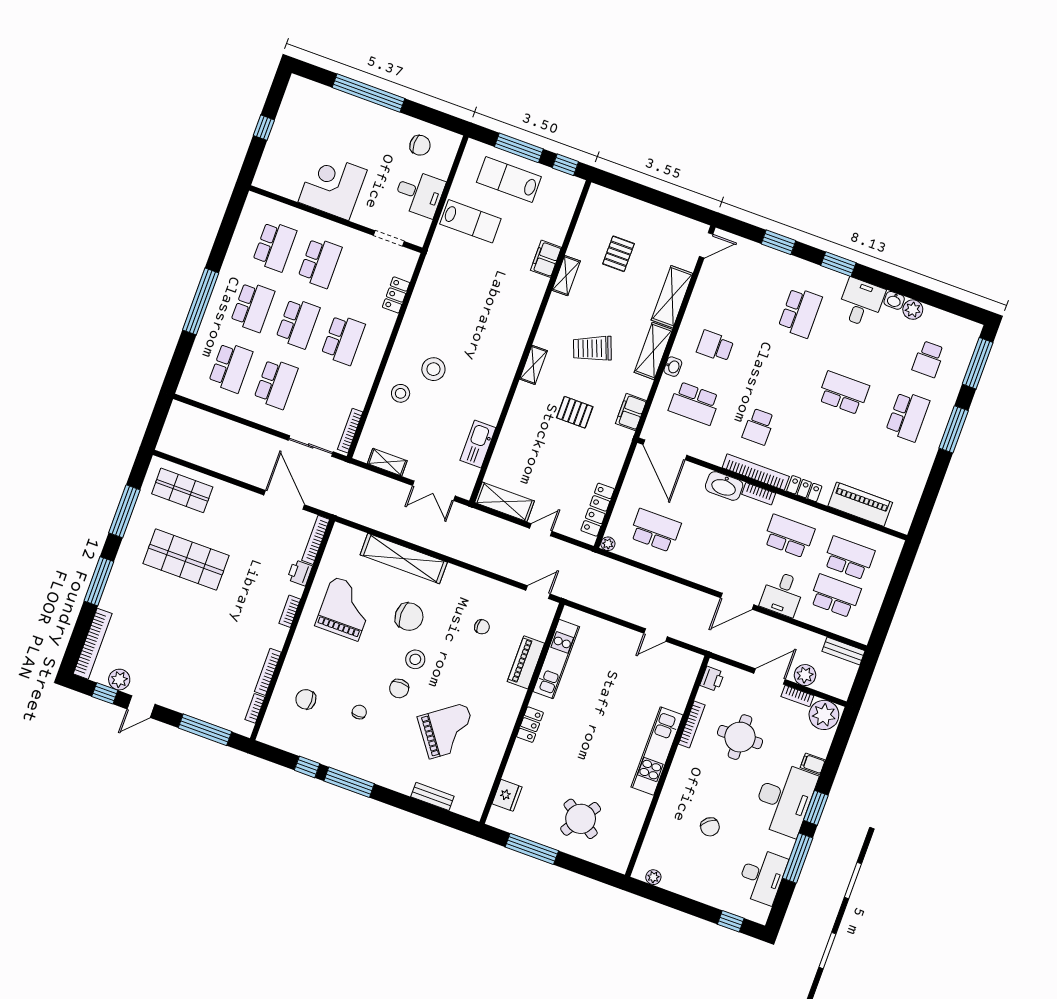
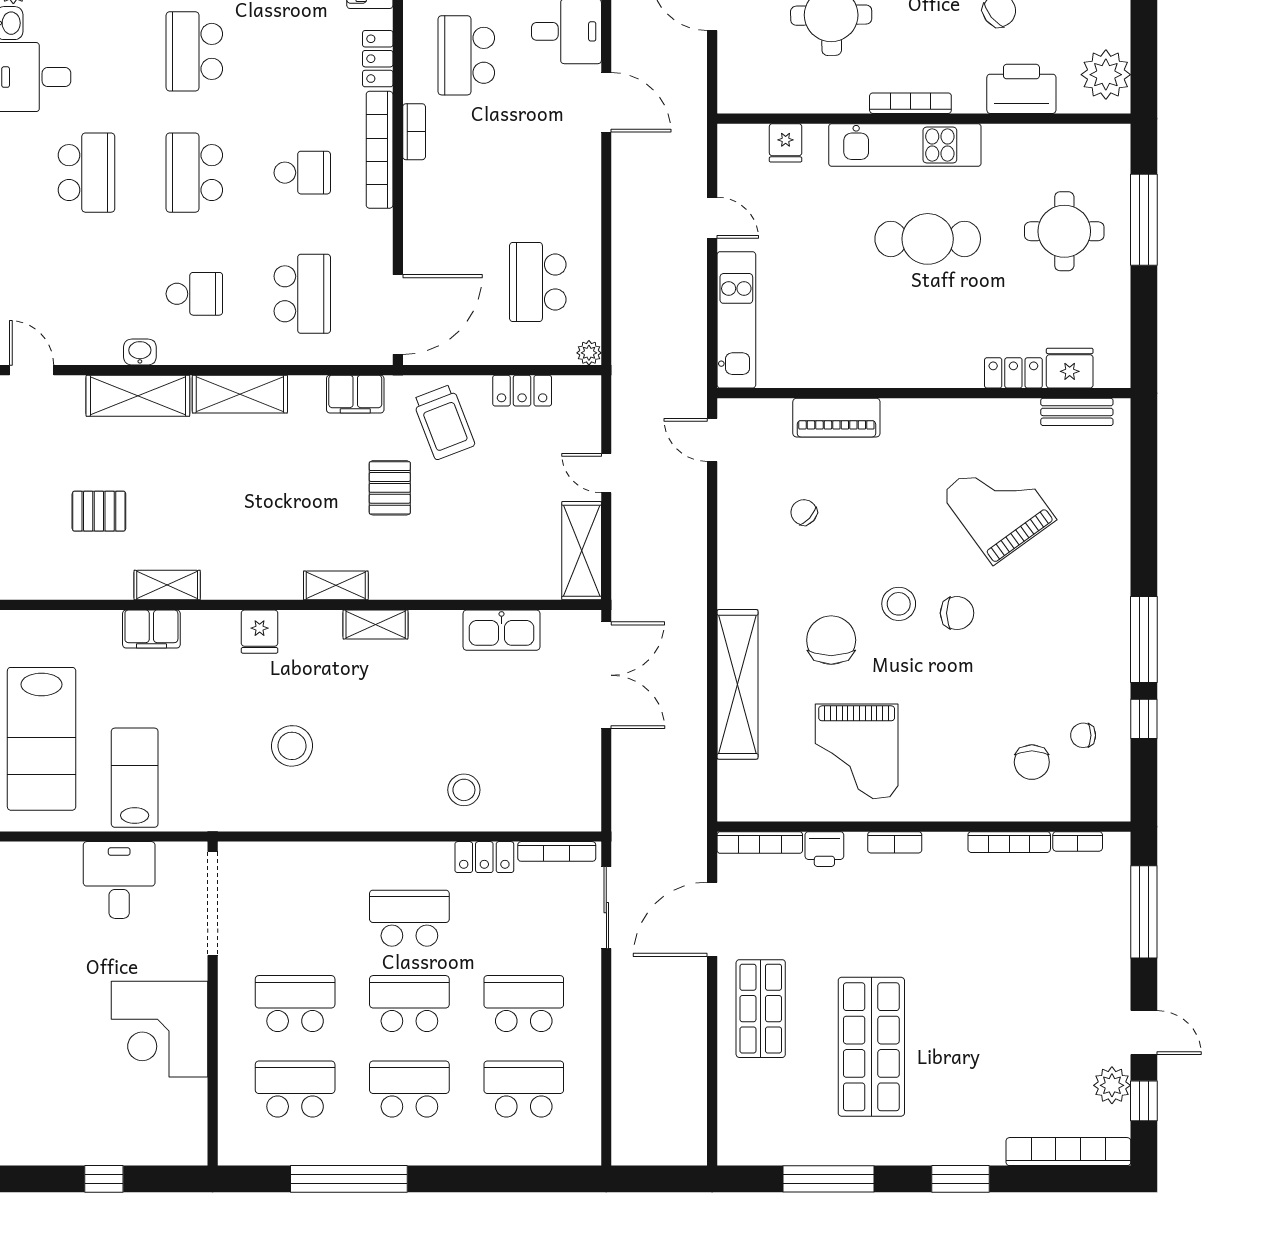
chair: (420, 145) -> (38, 908), removed
lab bench: (509, 180) -> (42, 739), width x1.36, depth x1.39
doorway: (389, 238) -> (213, 904), width x1.88
locker: (396, 295) -> (484, 857), moved
window: (201, 301) -> (349, 1179), moved
school desk: (800, 312) -> (86, 173), turned 90
fridge: (524, 316) -> (260, 632), added
school desk: (715, 346) -> (194, 294), turned -90
trolley: (592, 348) -> (444, 422), moved
washbasin: (673, 367) -> (140, 352), moved
stool: (433, 369) -> (292, 746), moved
school desk: (779, 370) -> (194, 173), added
shelving: (387, 462) -> (376, 624), moved, turned 90
washbasin: (724, 486) -> (422, 194), removed
shop shelf: (182, 490) -> (761, 1009), moved
double door: (434, 491) -> (606, 675), width x1.37
locker: (598, 510) -> (522, 391), width x0.66
window: (99, 581) -> (961, 1179), width x0.69
grand piano: (345, 609) -> (857, 751), turned -90
chair: (482, 627) -> (804, 512), turned -48
kitchen unit: (556, 659) -> (736, 320), moved, turned 90
printer: (712, 679) -> (1021, 89), moved, width x1.87, depth x1.48
fridge: (681, 688) -> (786, 143), added
chair: (359, 712) -> (1083, 735), moved
locker: (530, 725) -> (1013, 373), moved
bookcase: (692, 725) -> (910, 103), moved
cafe table: (603, 745) -> (928, 239), added
bench: (432, 796) -> (1077, 412), moved, turned 90
round table: (581, 819) -> (1064, 231), turned -33
window: (532, 849) -> (1144, 220), moved
plant: (653, 877) -> (1106, 75), width x1.88, depth x1.88

